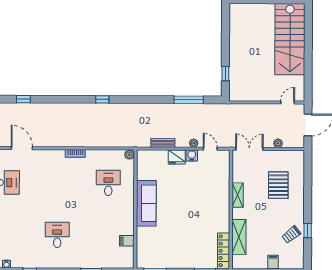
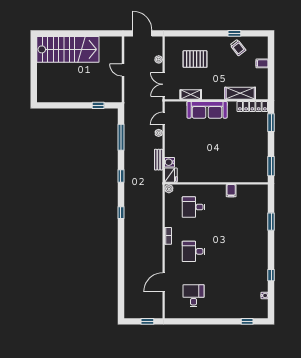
window: (23, 99) -> (121, 176), moved
door: (288, 102) -> (123, 70), moved
water cooler: (192, 155) -> (169, 162), moved
fridge: (177, 157) -> (171, 175), moved
shelving: (238, 195) -> (191, 94), moved
sofa: (146, 203) -> (207, 110), moved, turned 180
desk: (57, 235) -> (194, 251), moved
filing cabinet: (127, 241) -> (231, 191), moved

